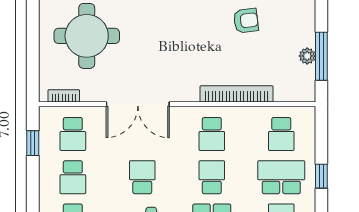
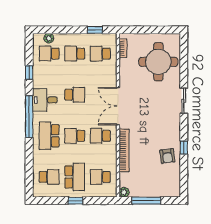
plant: (307, 56) -> (124, 192), moved
double door: (138, 104) -> (118, 106), moved
school desk: (212, 177) -> (75, 136), turned 180

